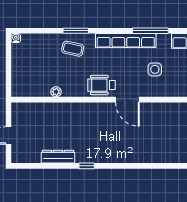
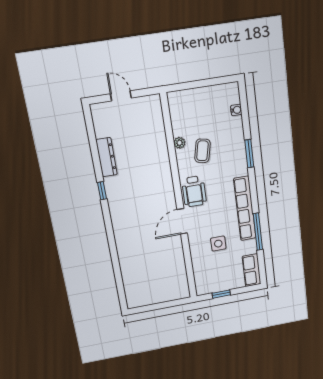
water cooler: (16, 38) -> (236, 110), moved
coffee table: (73, 49) -> (202, 151), moved
wheelchair: (102, 85) -> (194, 191), turned 180

